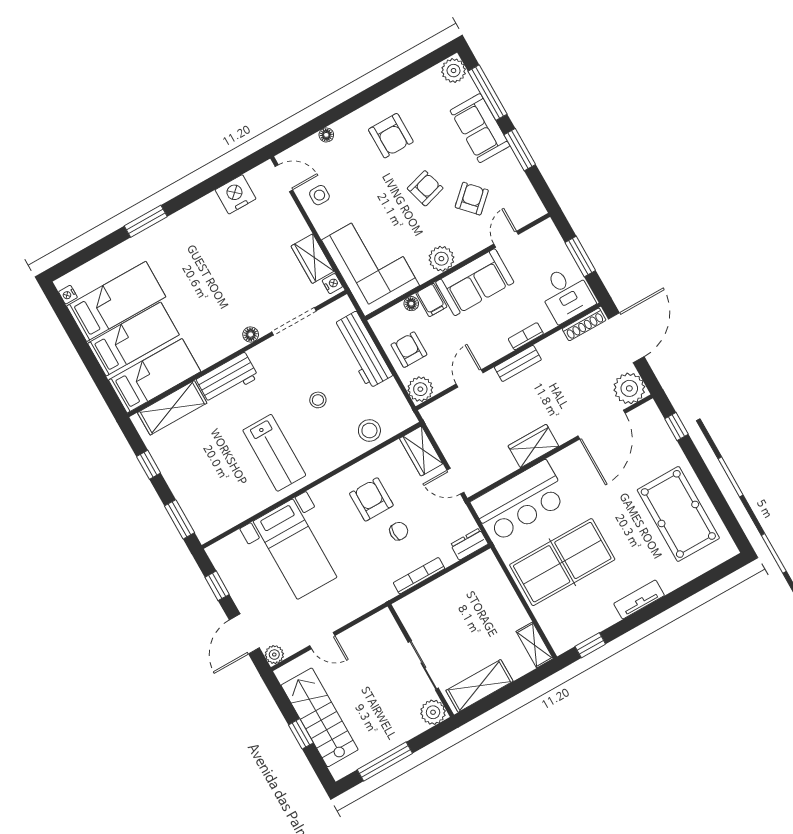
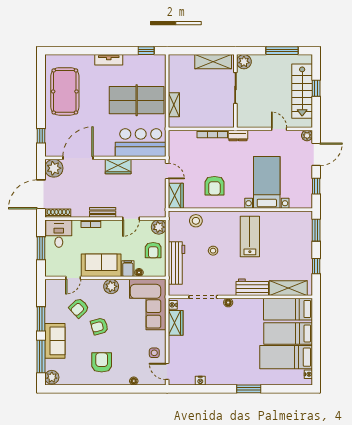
nightstand: (236, 194) -> (200, 381), width x0.53, depth x0.56
chair: (399, 531) -> (210, 162), removed
dresser: (469, 544) -> (238, 136), moved
shelving: (535, 645) -> (174, 105), moved

